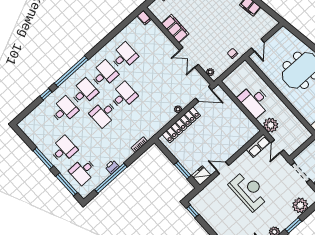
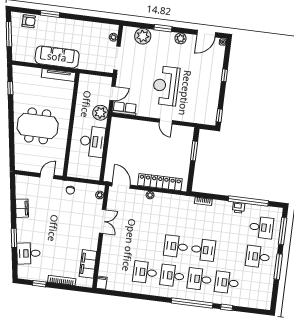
filing cabinet: (175, 29) -> (88, 264), moved
fridge: (201, 176) -> (186, 133), removed

